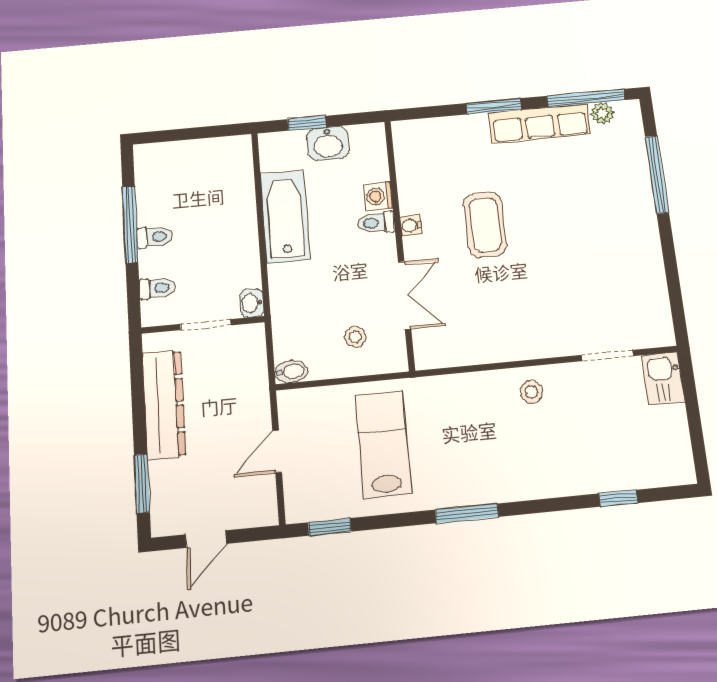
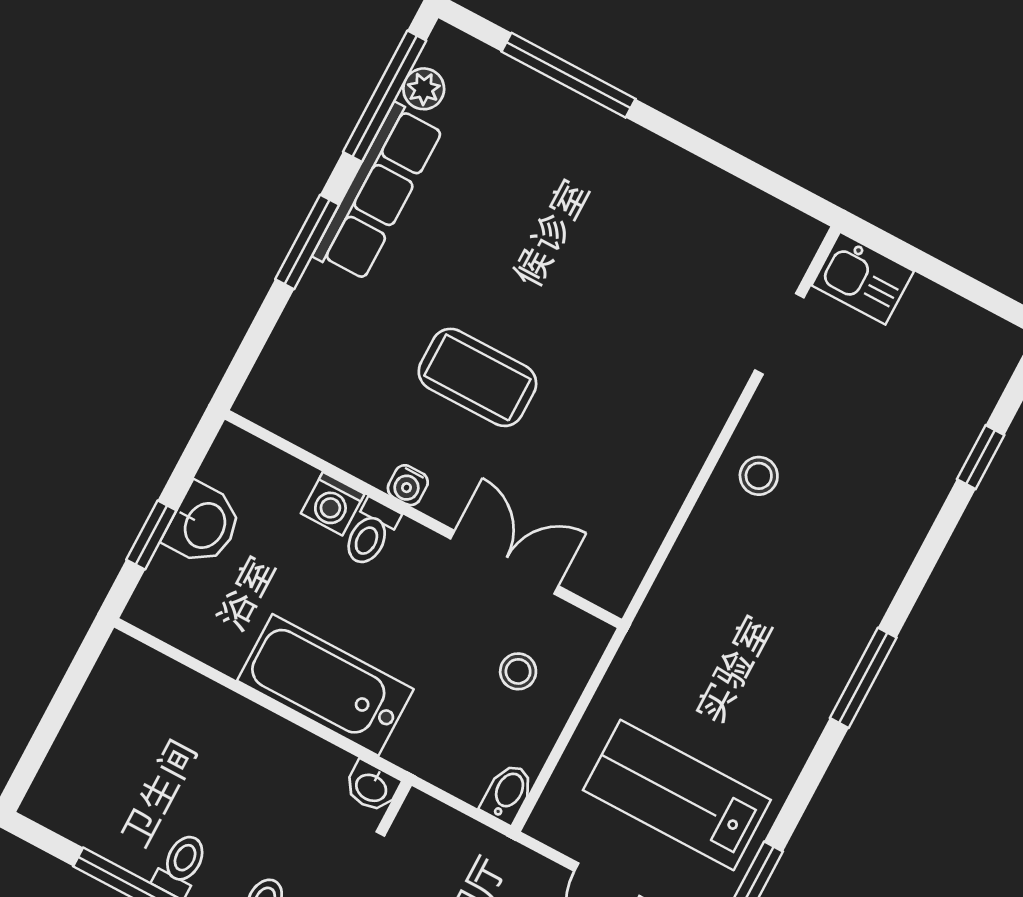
bathtub: (285, 217) -> (325, 685), moved
lab bench: (383, 444) -> (677, 795), moved

